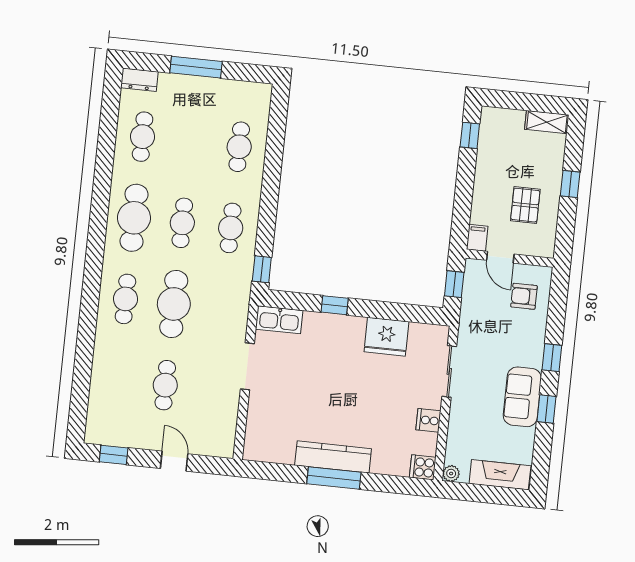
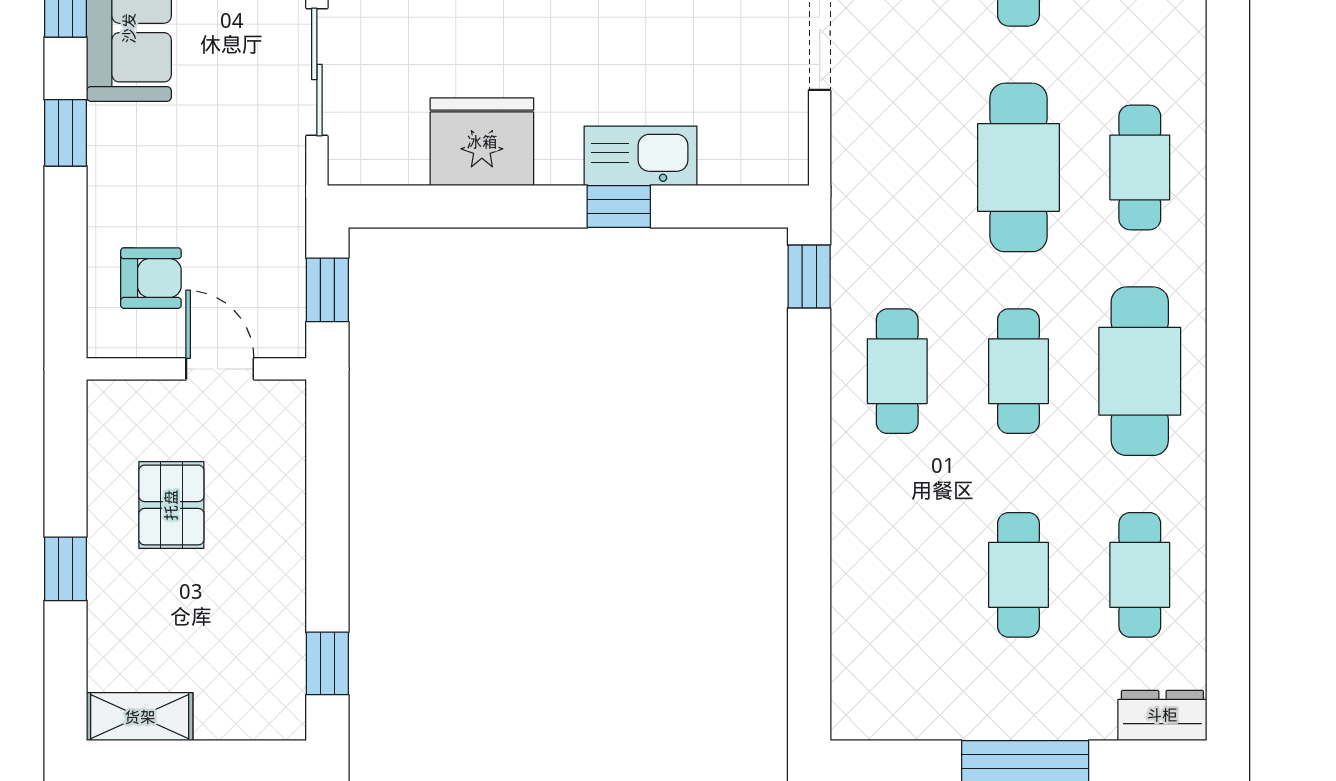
cafe table: (239, 147) -> (1018, 575), moved
filing cabinet: (477, 238) -> (283, 411), removed
kitchen sink: (279, 320) -> (640, 156), moved

